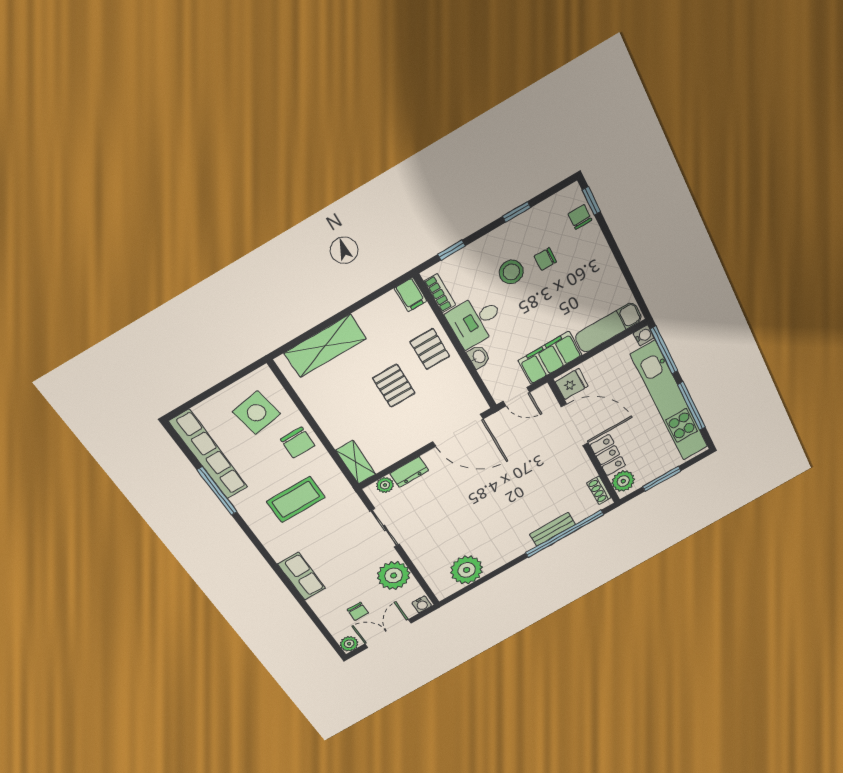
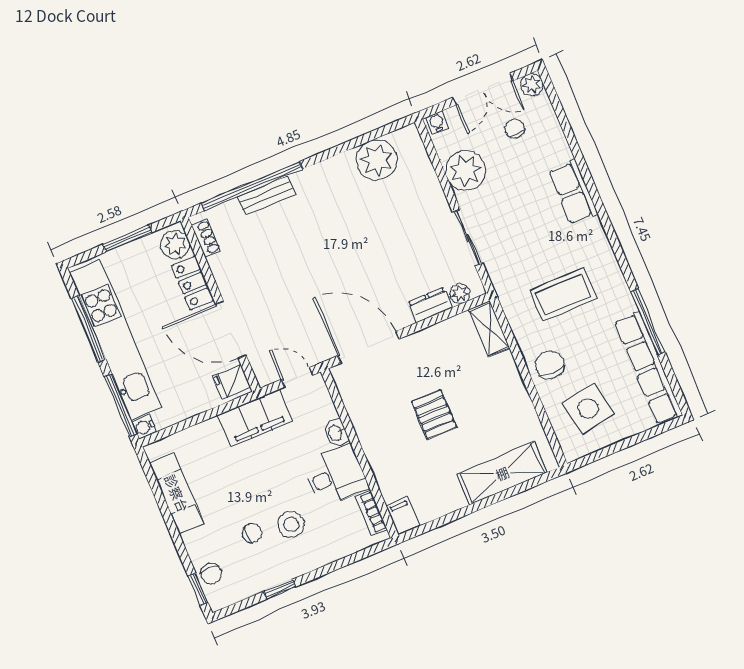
window: (451, 250) -> (354, 558), removed
exam couch: (608, 328) -> (177, 493), moved, turned -90
pallet: (430, 349) -> (389, 451), removed

